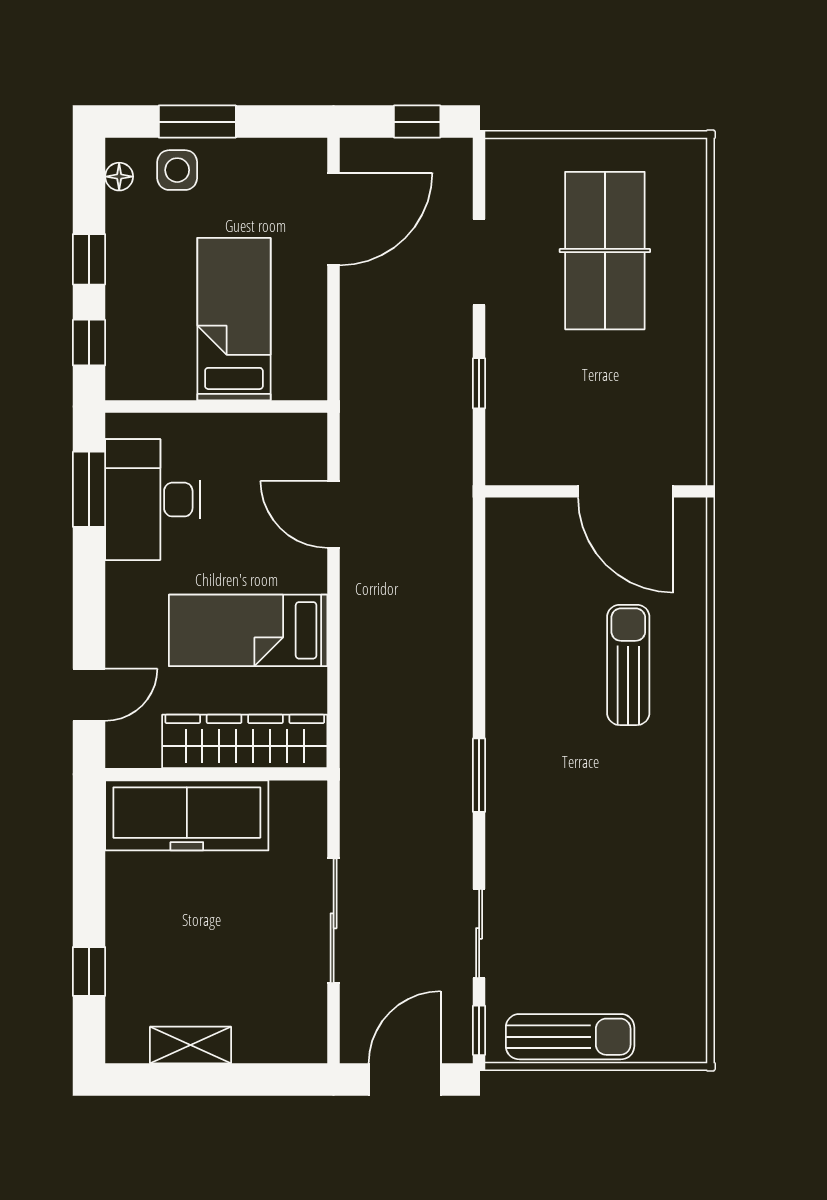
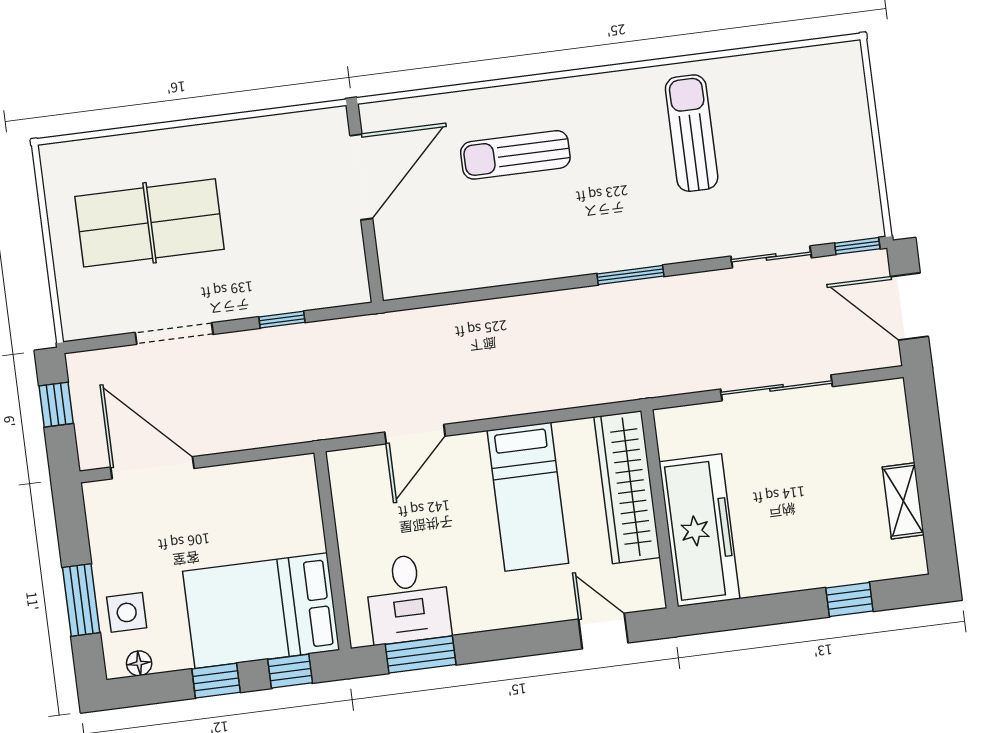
bed: (234, 319) -> (261, 611), moved, width x1.50
desk: (153, 500) -> (408, 599), width x0.73
sun lounger: (570, 1037) -> (692, 133), moved

